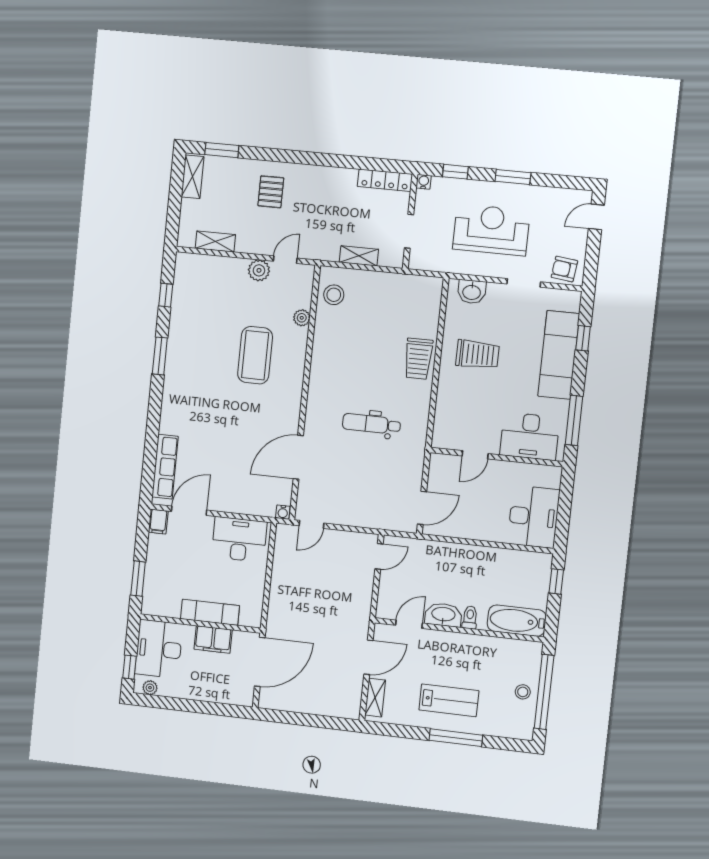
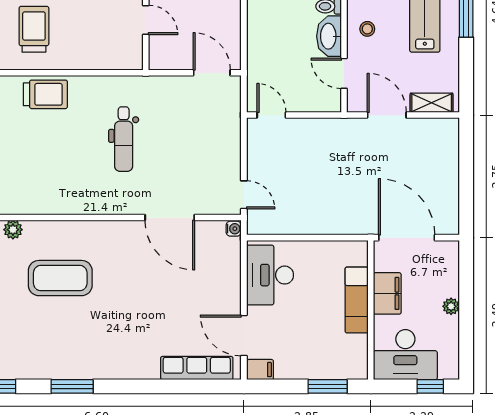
stool: (446, 649) -> (367, 29), added
plant: (150, 688) -> (451, 306), moved

